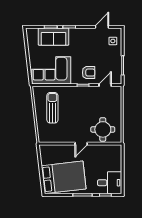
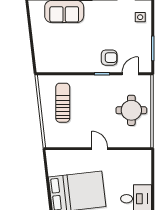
corner sofa: (51, 70) -> (61, 55), removed
round table: (103, 129) -> (131, 110), moved
door: (81, 144) -> (100, 149), swing flipped

